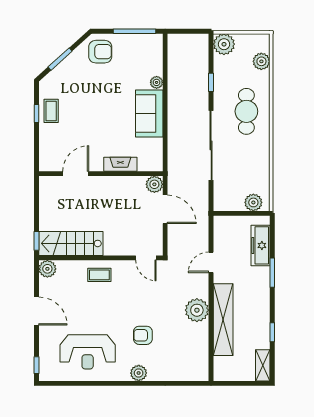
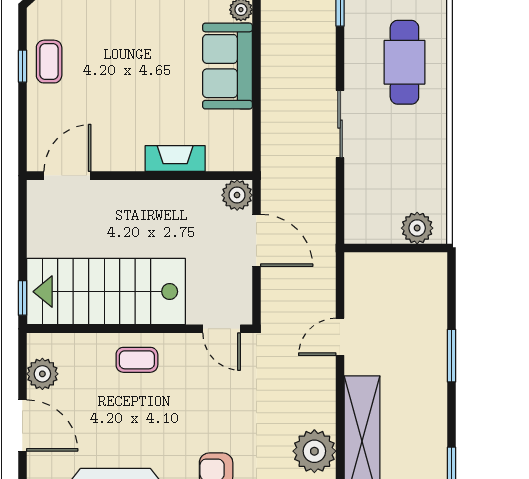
sliding door: (211, 145) -> (340, 124), width x0.54
door: (76, 174) -> (67, 176), moved
stairs: (71, 243) -> (106, 292), width x1.36, depth x1.51
freezer: (260, 245) -> (430, 306), removed
plant: (47, 269) -> (42, 374), moved
plant: (197, 310) -> (314, 451), moved

